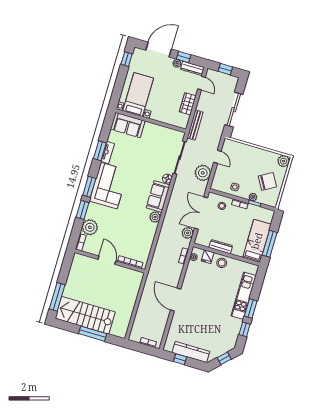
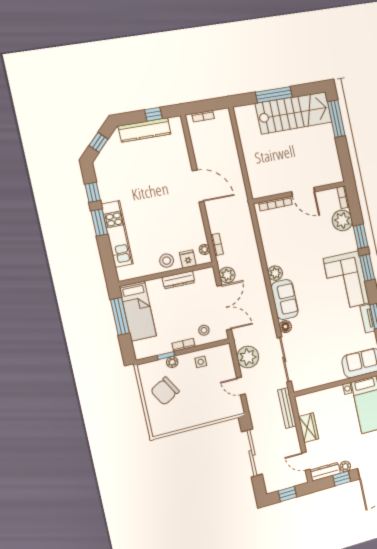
plant: (284, 161) -> (159, 427), removed

